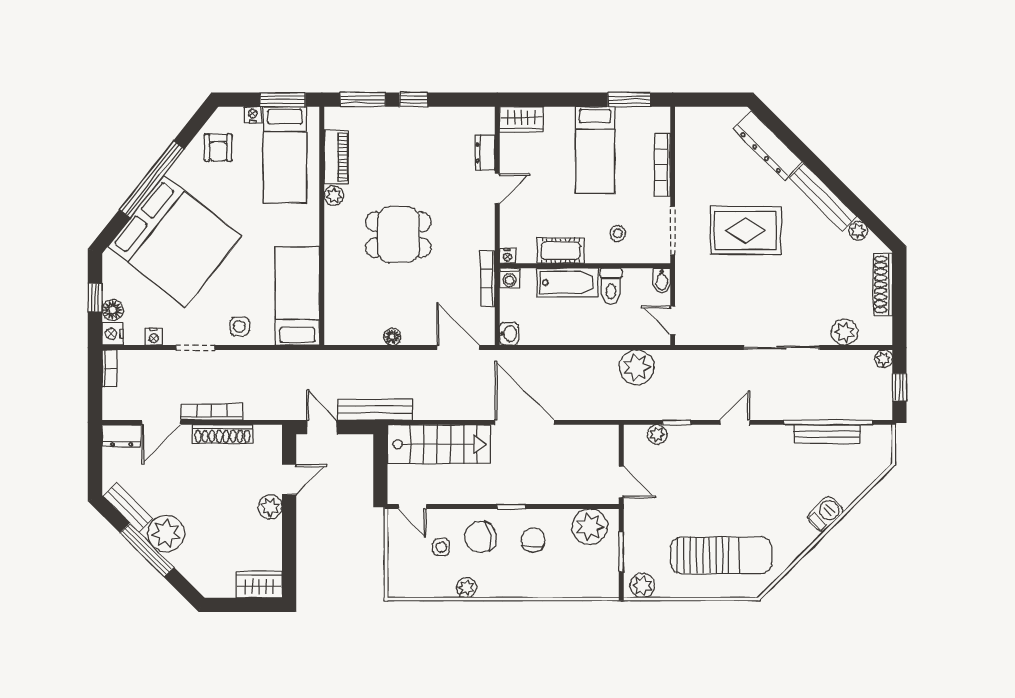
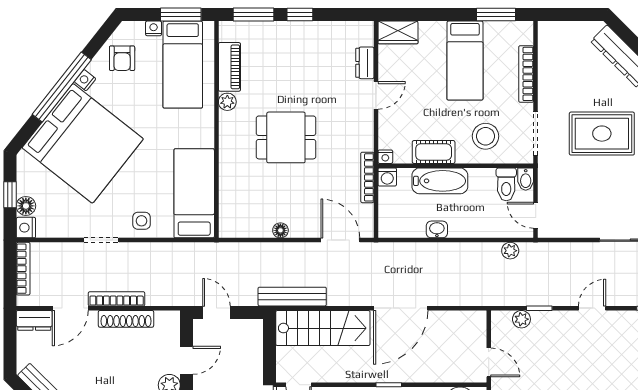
stool: (618, 233) -> (486, 136), width x1.89, depth x1.89
toilet: (611, 286) -> (506, 184), moved
washbasin: (509, 334) -> (437, 229), moved, turned -90
nightstand: (154, 337) -> (85, 80), moved, turned 128
plant: (637, 367) -> (510, 251), width x0.53, depth x0.53
bookcase: (109, 368) -> (23, 269), width x1.56
bench: (375, 410) -> (292, 297), moved
door: (524, 422) -> (401, 308), swing flipped

